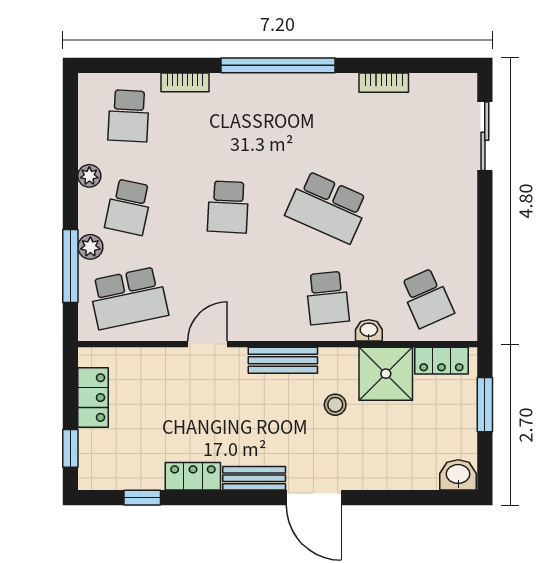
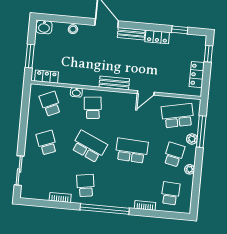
school desk: (327, 116) -> (86, 186), added
school desk: (228, 207) -> (132, 151), width x1.85
school desk: (427, 207) -> (47, 143), added
shower: (386, 374) -> (71, 73), removed
stool: (335, 405) -> (73, 29), moved

